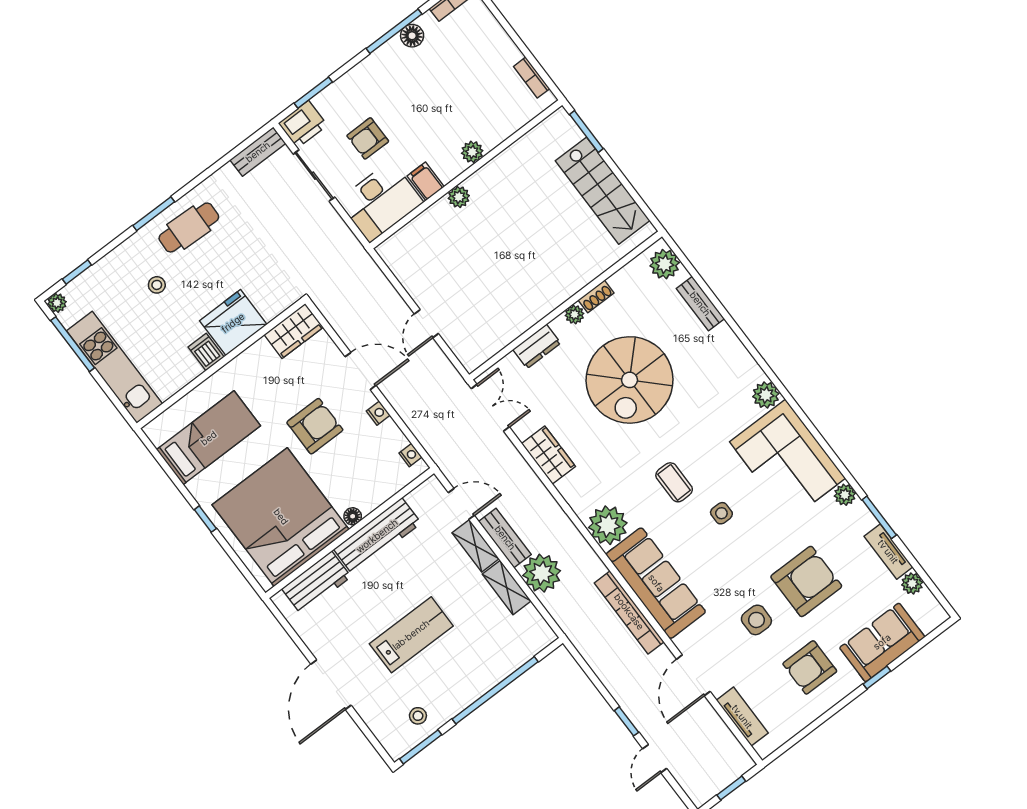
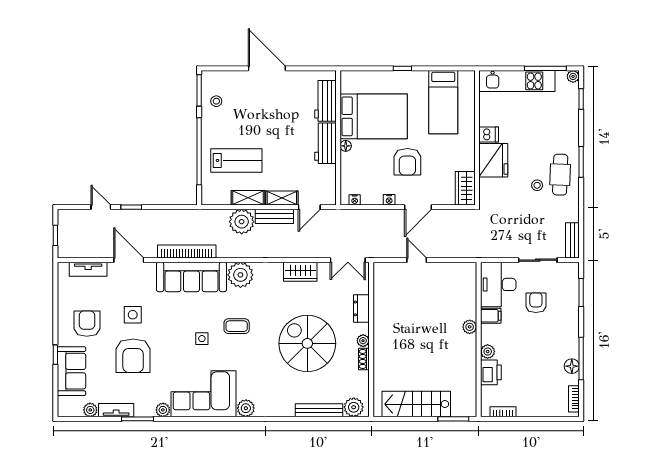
printer: (303, 124) -> (491, 372), moved, turned 180
stool: (157, 285) -> (537, 185), moved
bench: (700, 304) -> (319, 410), width x1.36
bed: (281, 517) -> (374, 116), width x0.73
workbench: (377, 536) -> (326, 143), width x0.73
lab bench: (411, 635) -> (236, 160), moved, turned -90

